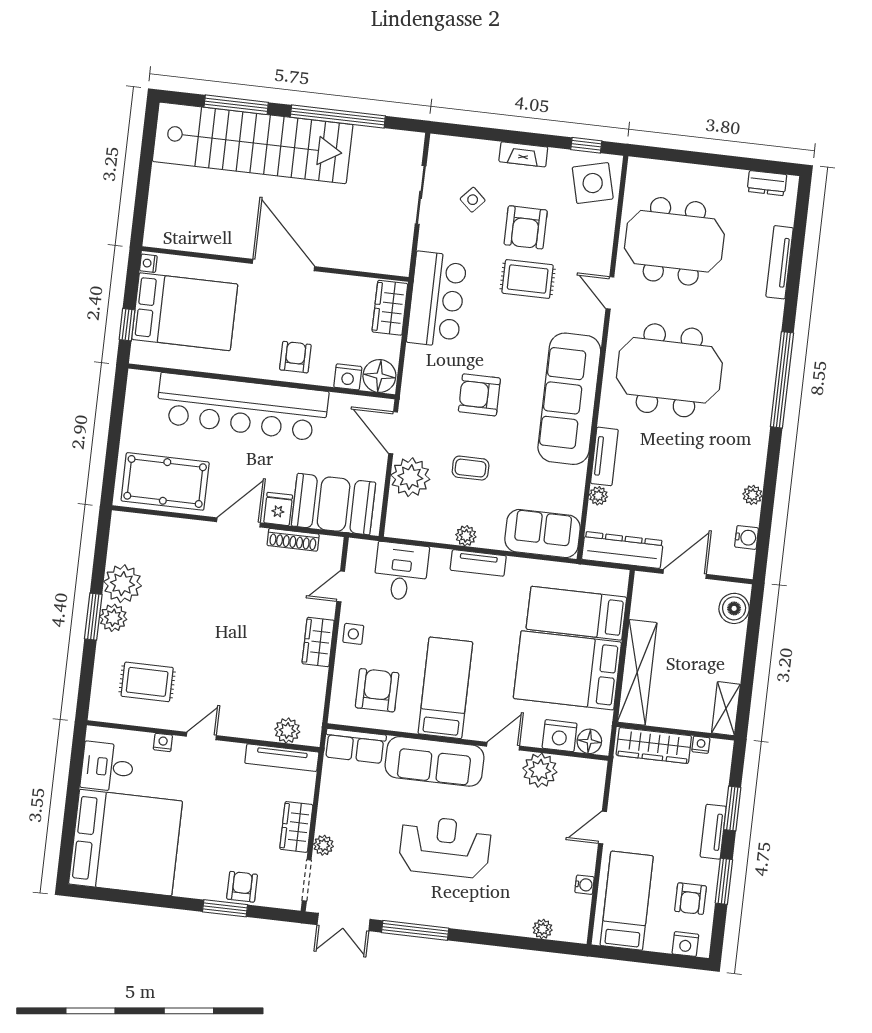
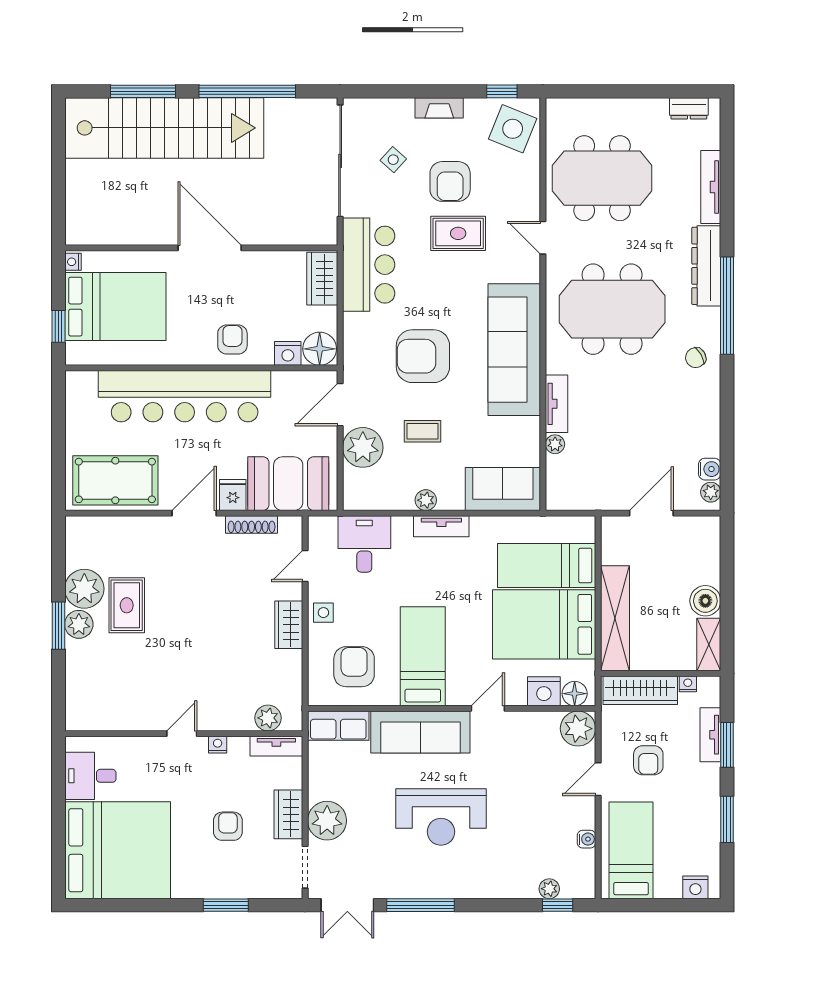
side table: (593, 183) -> (513, 129), turned 36
sliding door: (421, 195) -> (340, 161), width x1.86
armchair: (479, 395) -> (423, 356), width x1.36, depth x1.36
chair: (745, 427) -> (696, 358), added
door: (393, 433) -> (340, 405), hinge flipped
plant: (752, 495) -> (711, 492), moved
dresser: (622, 550) -> (706, 266), moved, turned -90
boiler: (734, 608) -> (705, 601), moved
rug: (147, 682) -> (127, 605), moved, turned 90
nightstand: (163, 742) -> (218, 745), moved
tv unit: (282, 758) -> (276, 746), width x0.71
plant: (540, 770) -> (578, 729), moved
tv unit: (713, 832) -> (710, 735), moved
plant: (323, 845) -> (327, 821), width x1.88, depth x1.88
reception desk: (445, 847) -> (441, 817), turned 180
armchair: (242, 887) -> (228, 826), moved
armchair: (691, 899) -> (648, 760), moved
window: (549, 946) -> (558, 905), added

